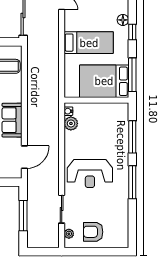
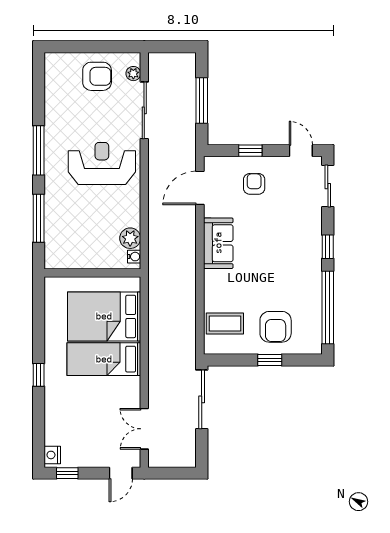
floor lamp: (123, 20) -> (53, 393), removed
window: (132, 75) -> (39, 311), removed
bed: (104, 81) -> (104, 316), moved, turned 180
sliding door: (62, 209) -> (144, 110), width x1.37

